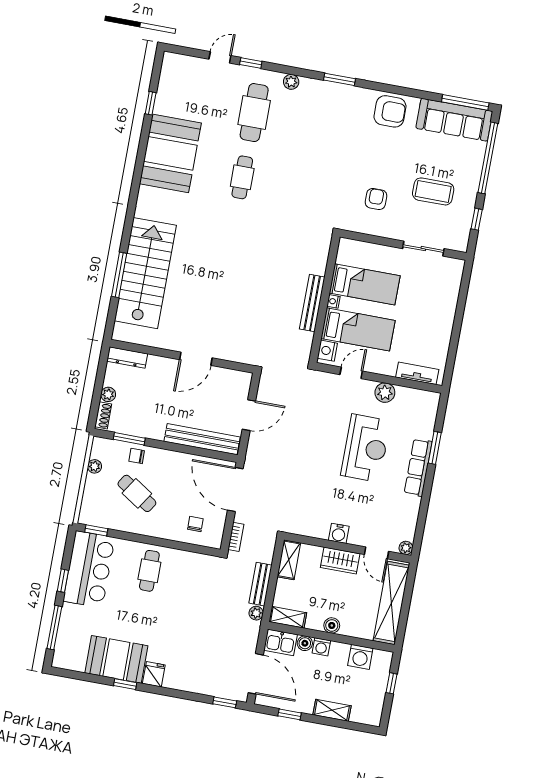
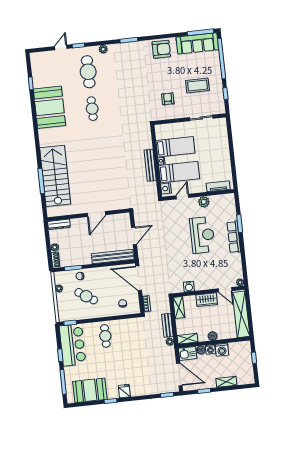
water cooler: (339, 533) -> (189, 287), moved
washing machine: (360, 657) -> (222, 350), moved
booth: (116, 659) -> (90, 390), moved

